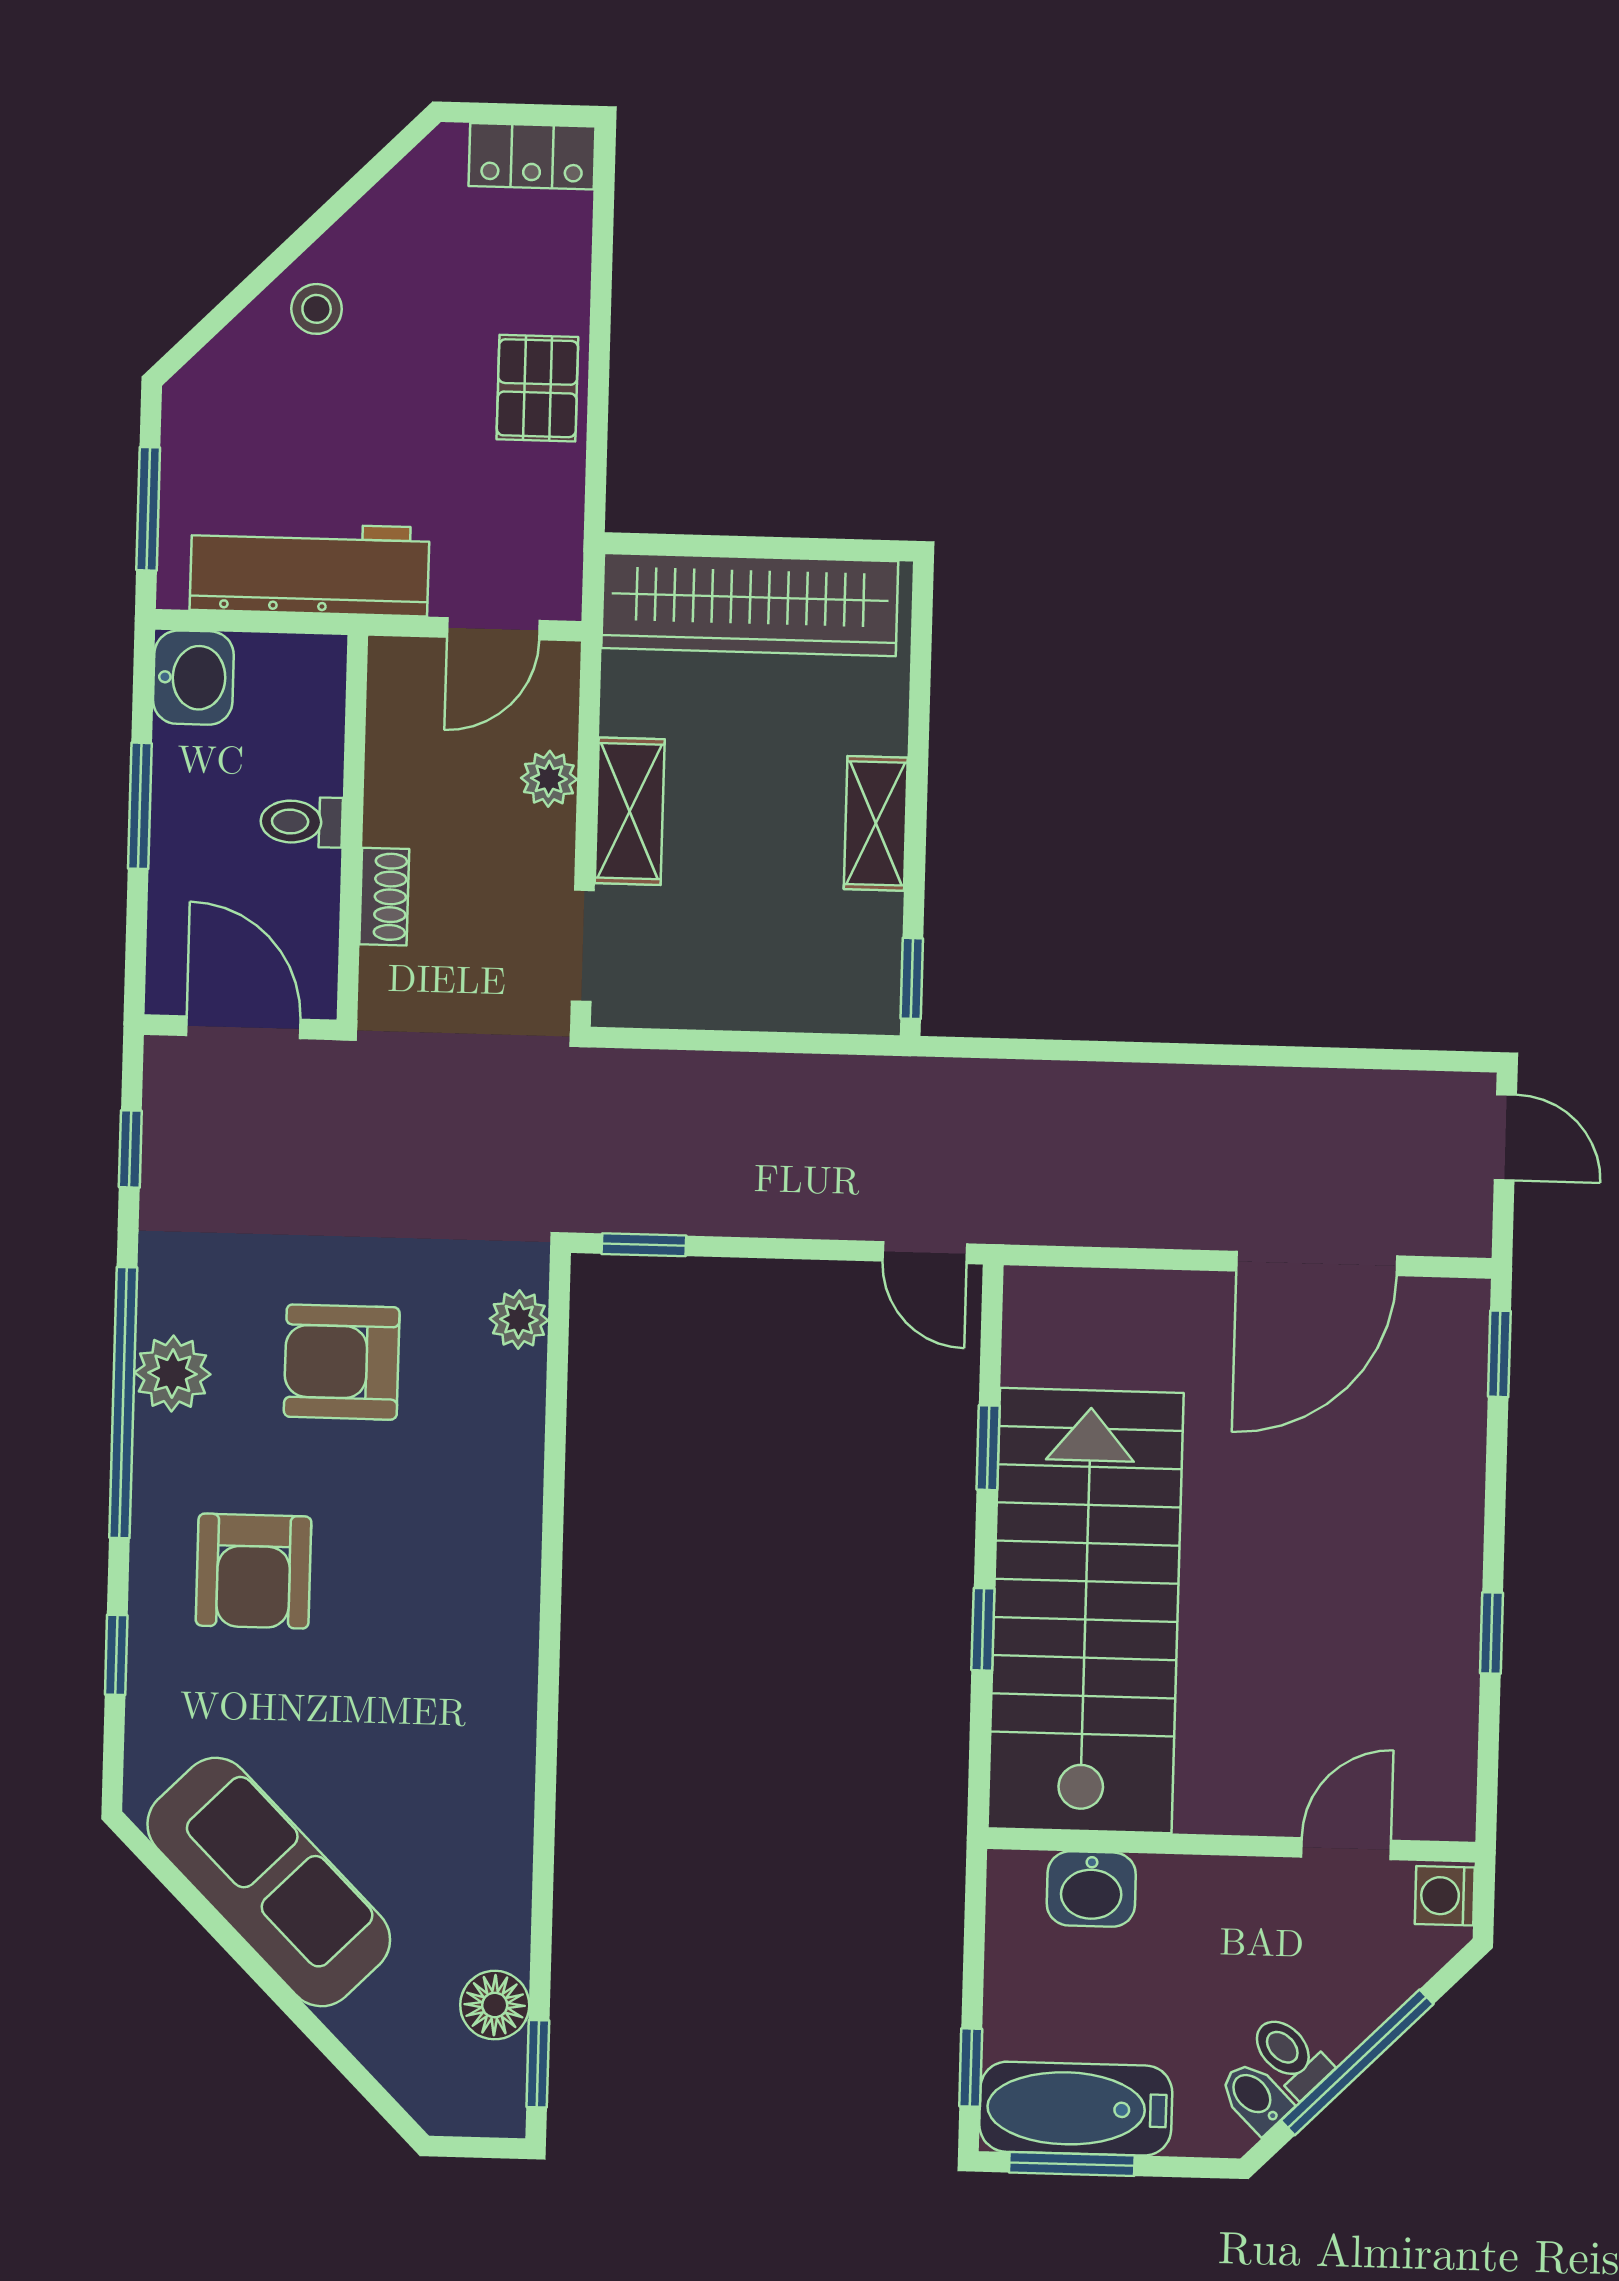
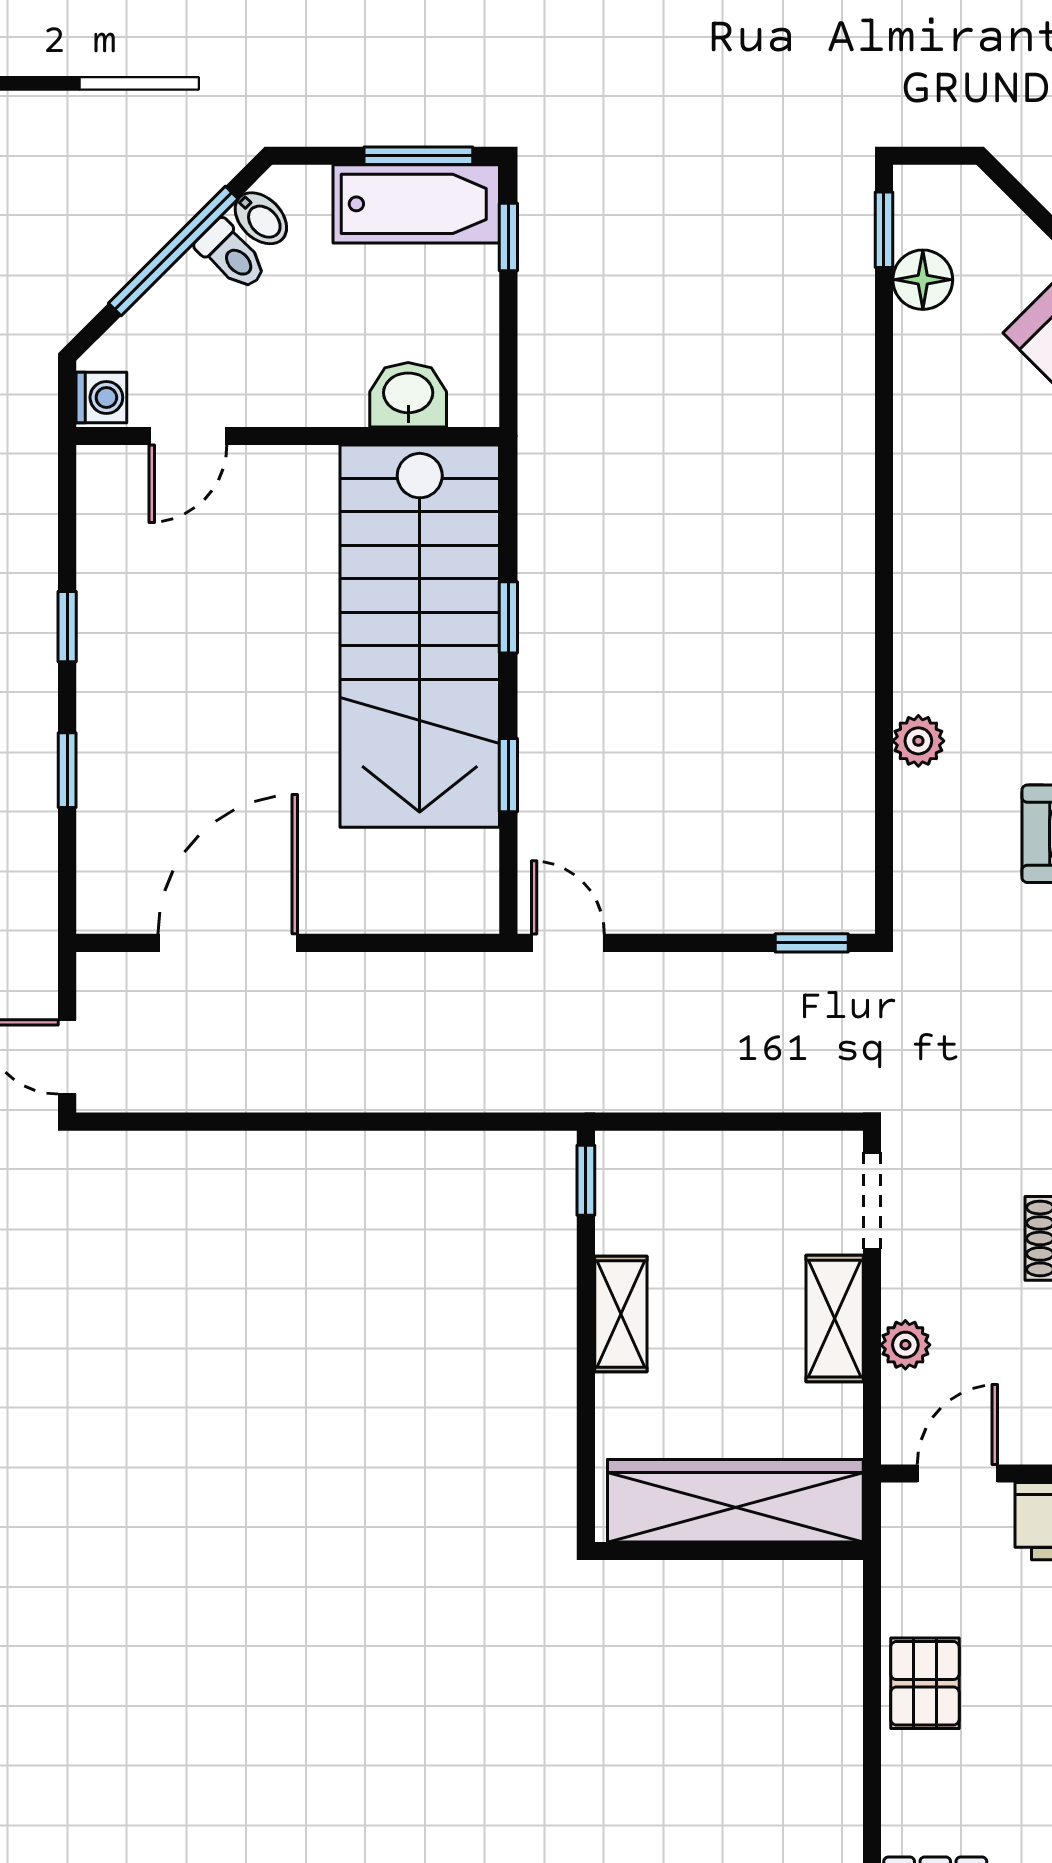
plant: (519, 1320) -> (918, 741), moved
window: (1499, 1354) -> (67, 770), moved

